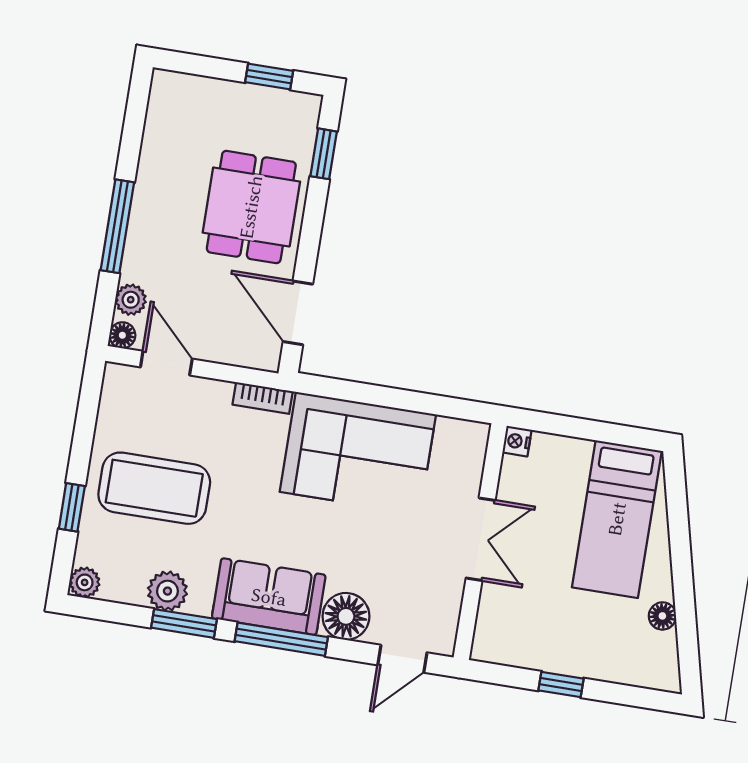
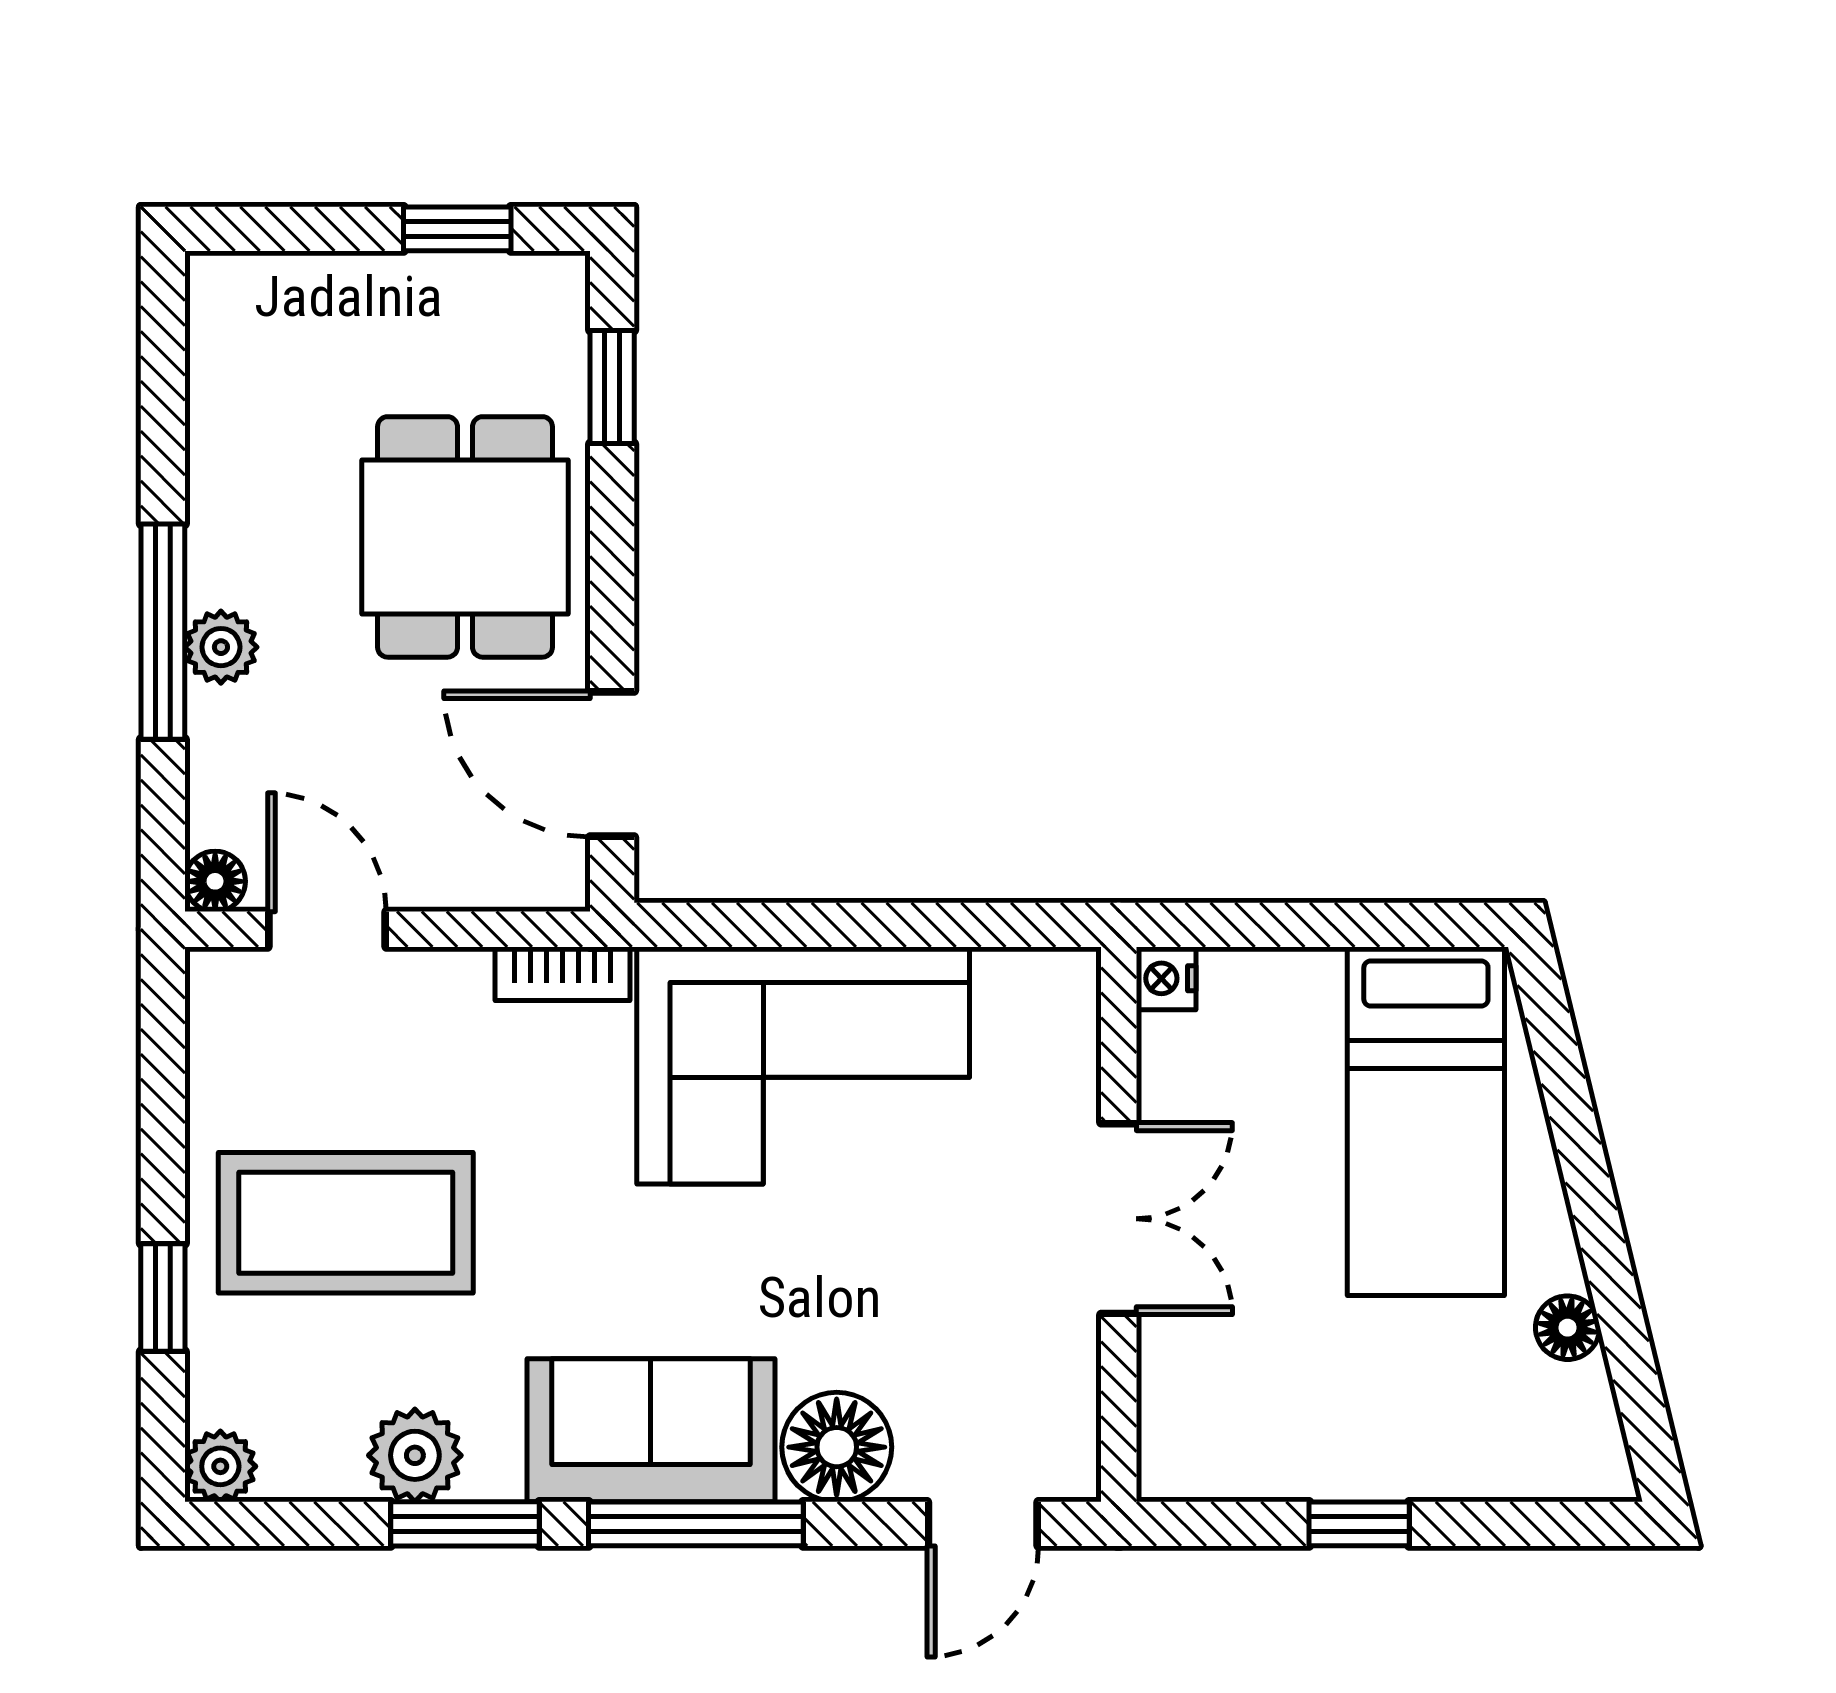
plant: (131, 300) -> (221, 647), moved

